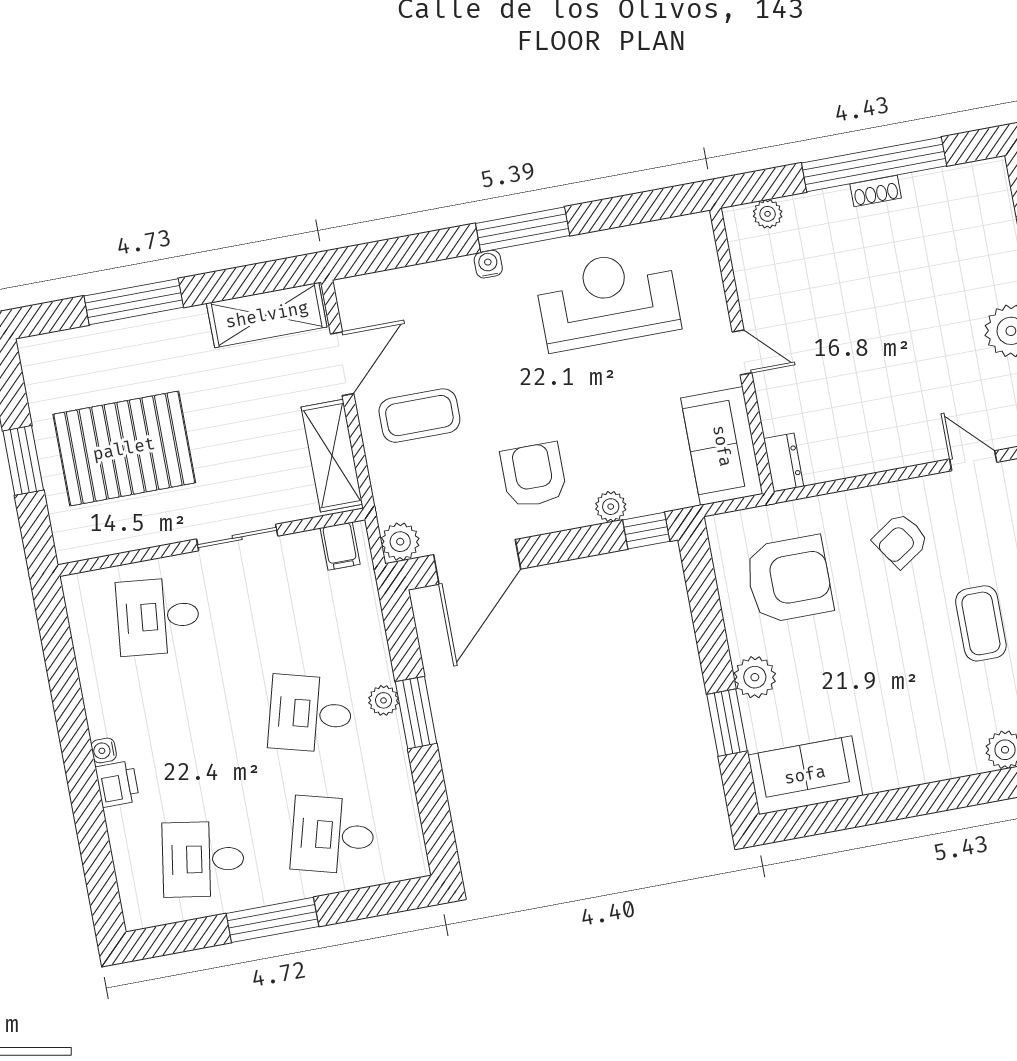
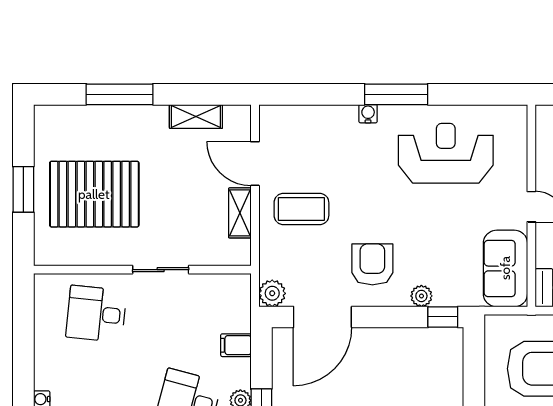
shelving: (267, 315) -> (196, 116), width x0.67, depth x0.75
door: (342, 364) -> (255, 164), swing flipped
shelving: (332, 456) -> (240, 213), width x0.67, depth x0.75
filing cabinet: (340, 546) -> (236, 345), moved, turned 90

